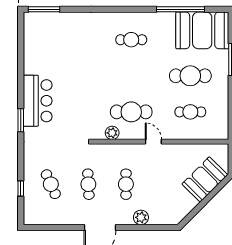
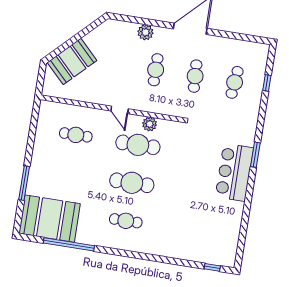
window: (44, 9) -> (212, 267), width x0.46
cafe table: (190, 76) -> (132, 183), moved
plant: (112, 133) -> (150, 124), moved
cafe table: (51, 184) -> (235, 82), turned 30

